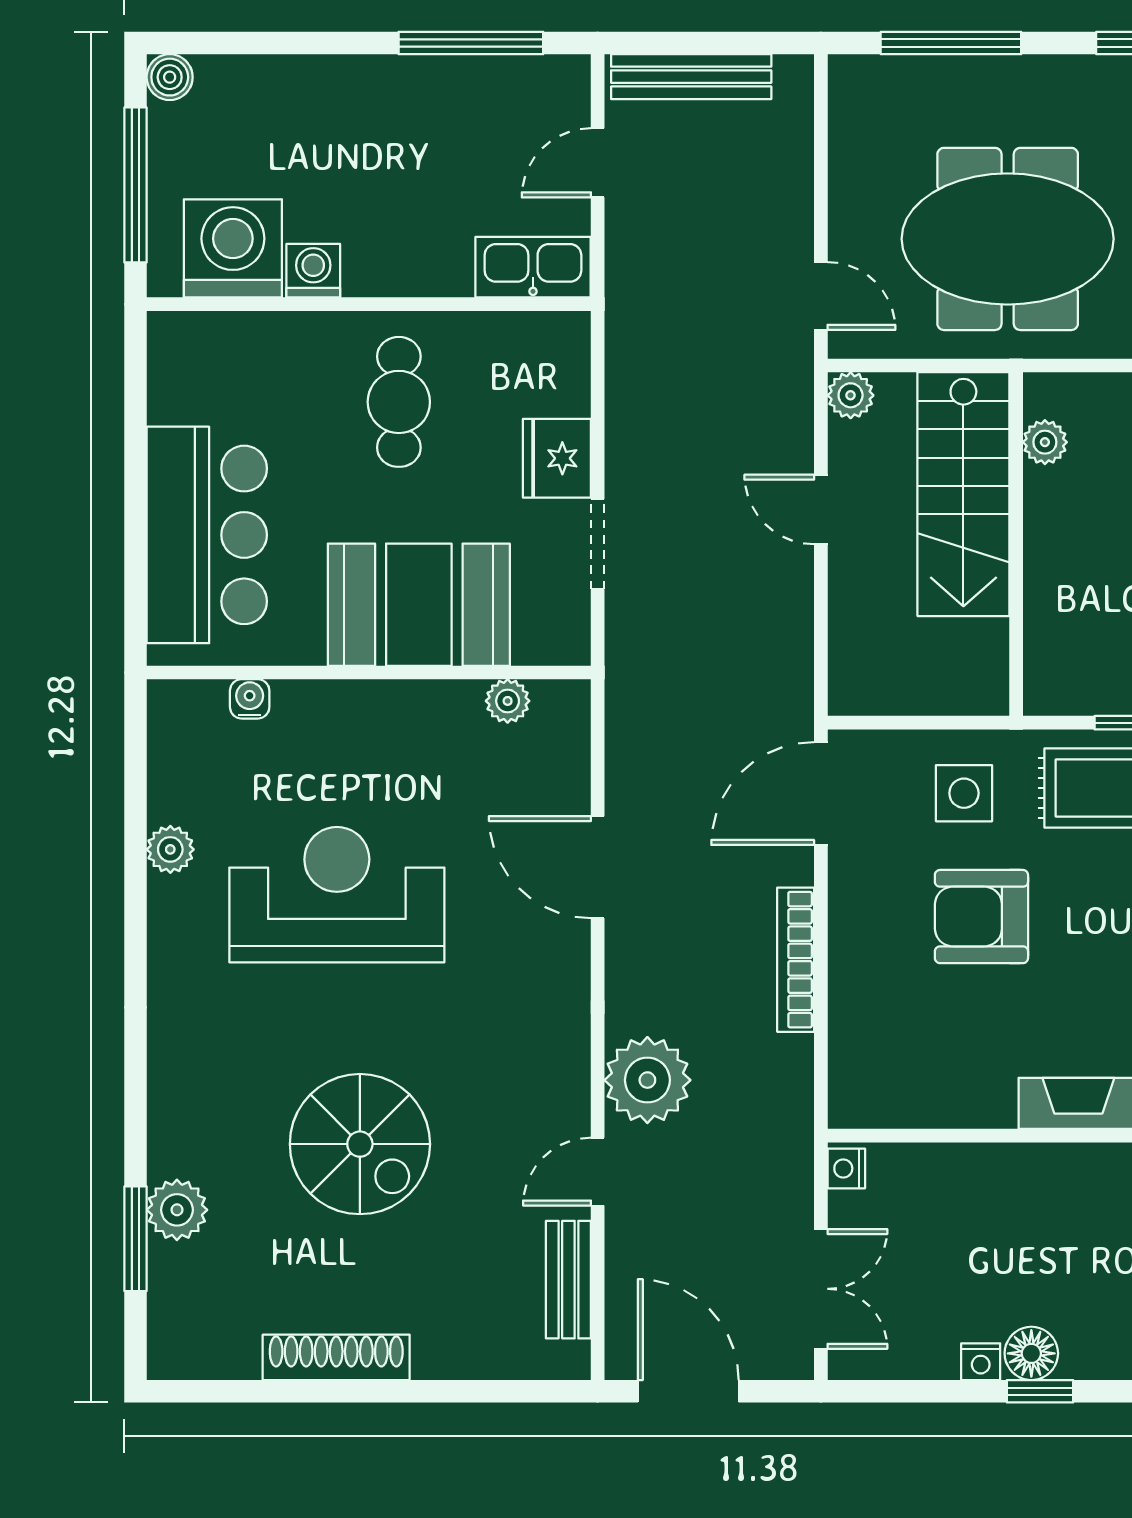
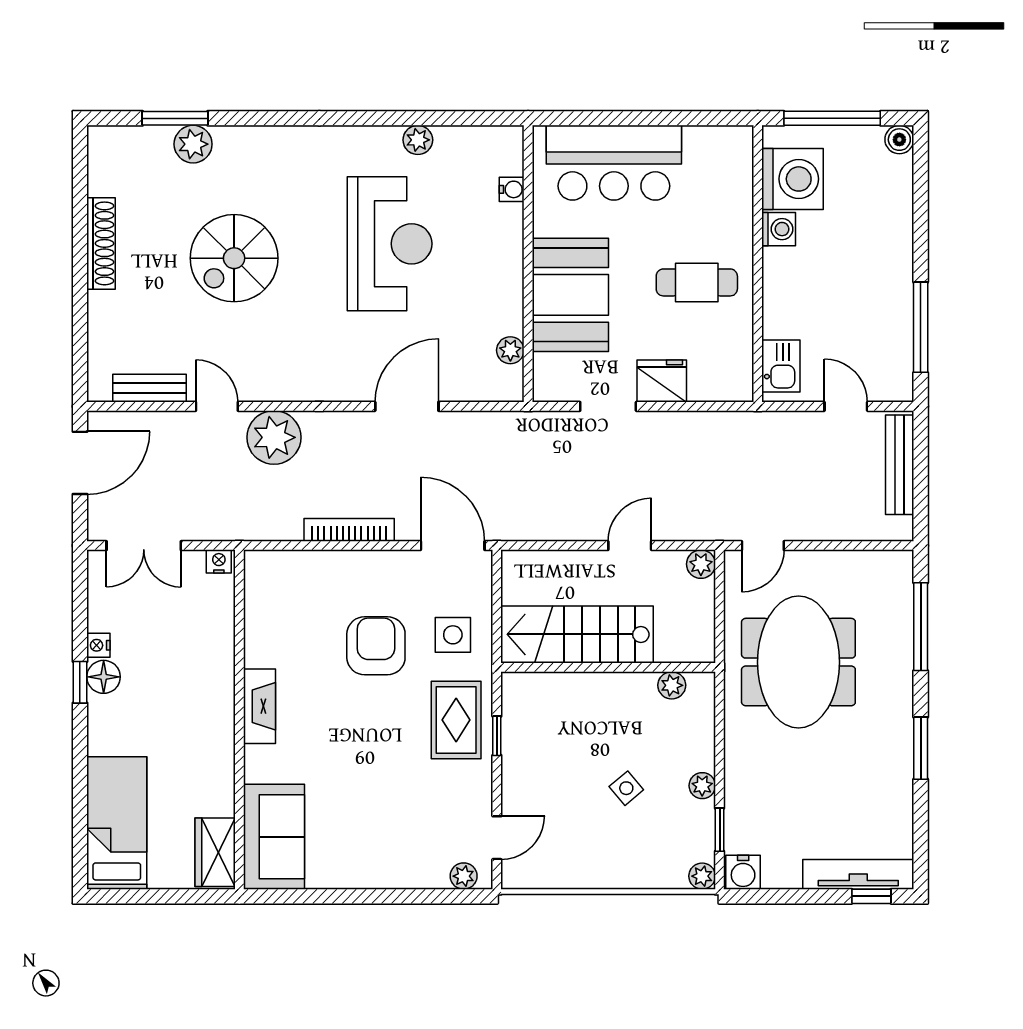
kitchen sink: (533, 267) -> (781, 366), width x0.73
stairs: (963, 494) -> (577, 634), moved

